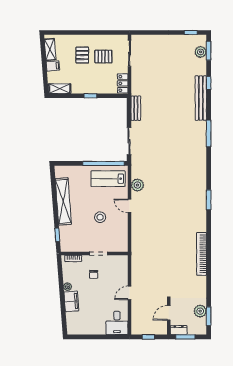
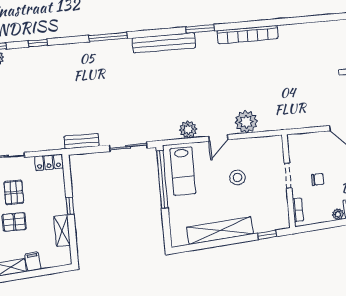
shelving: (60, 89) -> (62, 231), moved
bench: (201, 98) -> (164, 43), moved
plant: (139, 227) -> (246, 122), added
bookcase: (202, 254) -> (247, 35), moved

